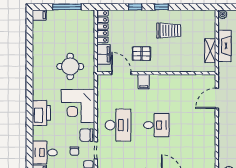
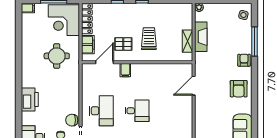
trolley: (169, 31) -> (149, 39), moved, turned -90
door: (121, 73) -> (104, 62), hinge flipped
corner desk: (78, 106) -> (64, 20), moved

